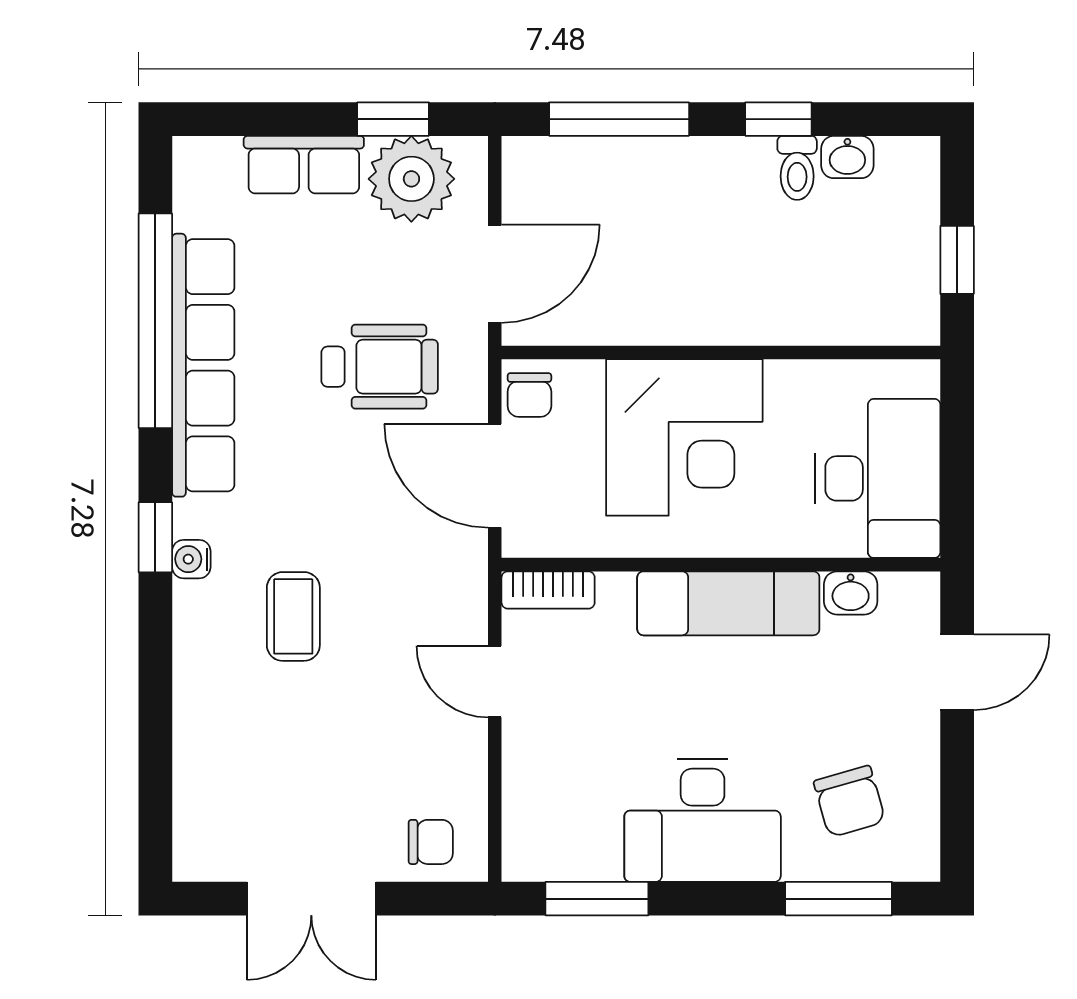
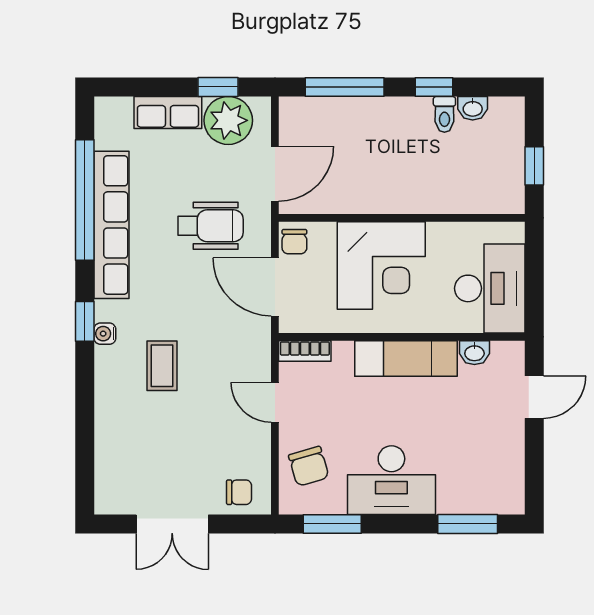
chair: (849, 801) -> (309, 466), moved

